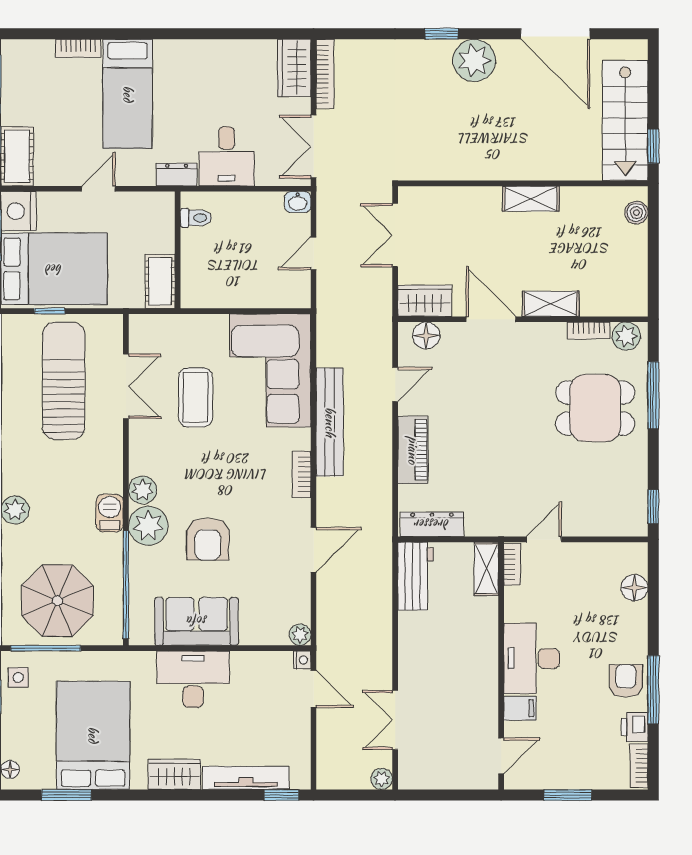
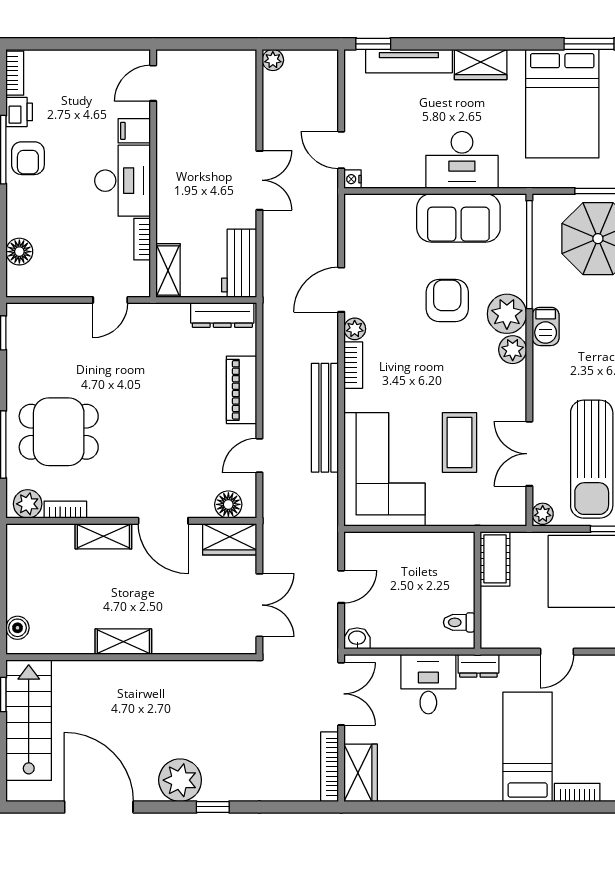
plant: (113, 326) -> (543, 514), added
bookcase: (512, 564) -> (142, 239), moved
plant: (300, 635) -> (355, 329), moved
double door: (395, 720) -> (259, 180), moved
window: (568, 795) -> (86, 44), removed

